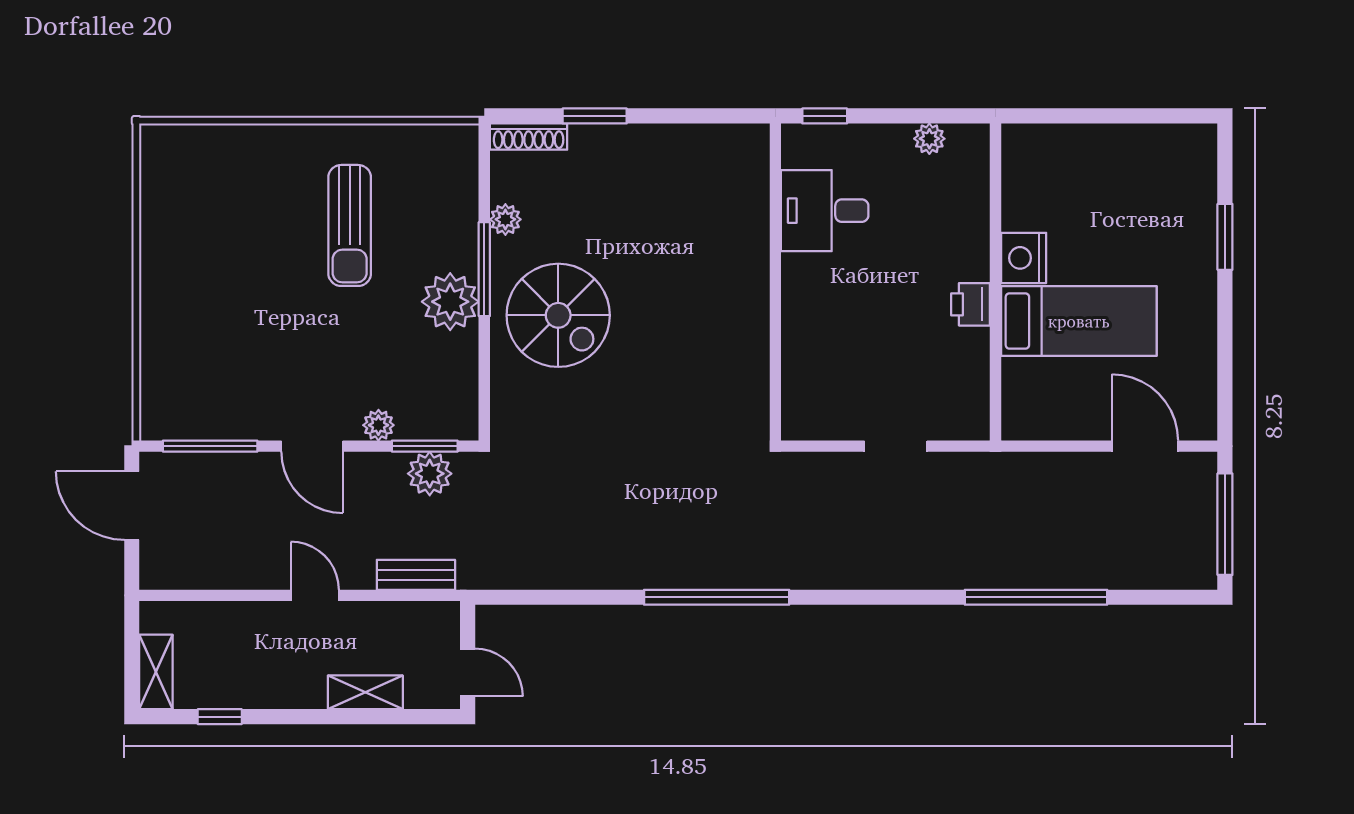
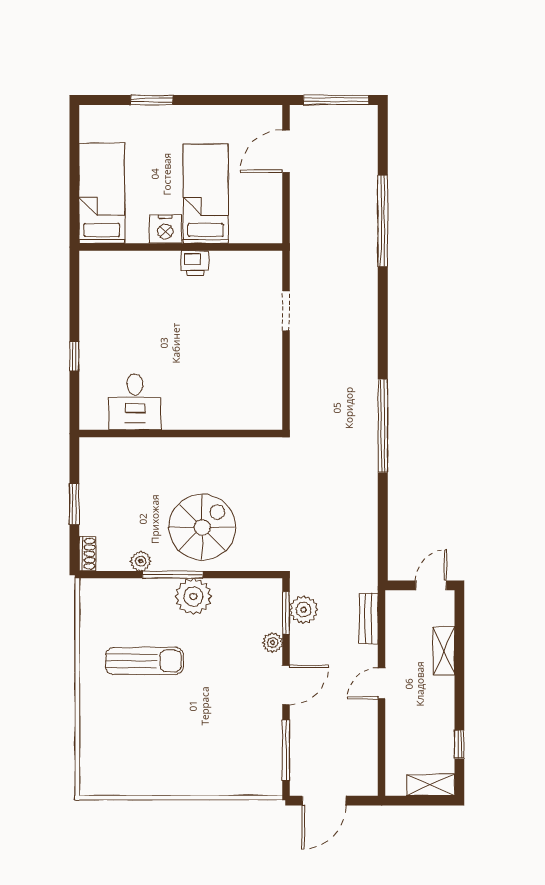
shoe rack: (529, 137) -> (88, 554), width x0.70
plant: (929, 139) -> (89, 289), removed
bed: (1079, 159) -> (102, 193), added
desk: (825, 211) -> (135, 402), moved
wall: (775, 282) -> (181, 434), moved

